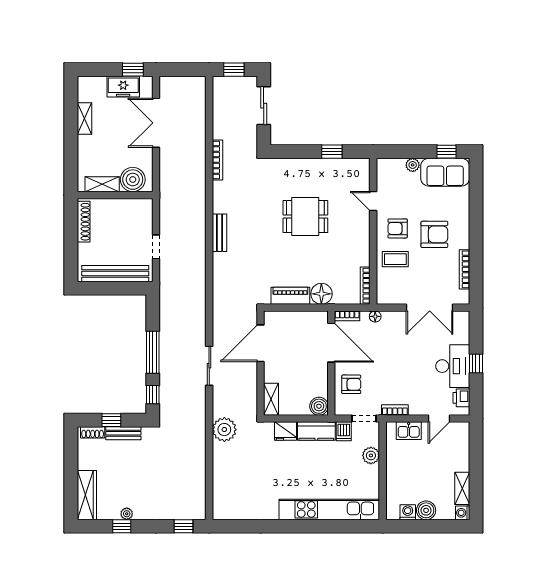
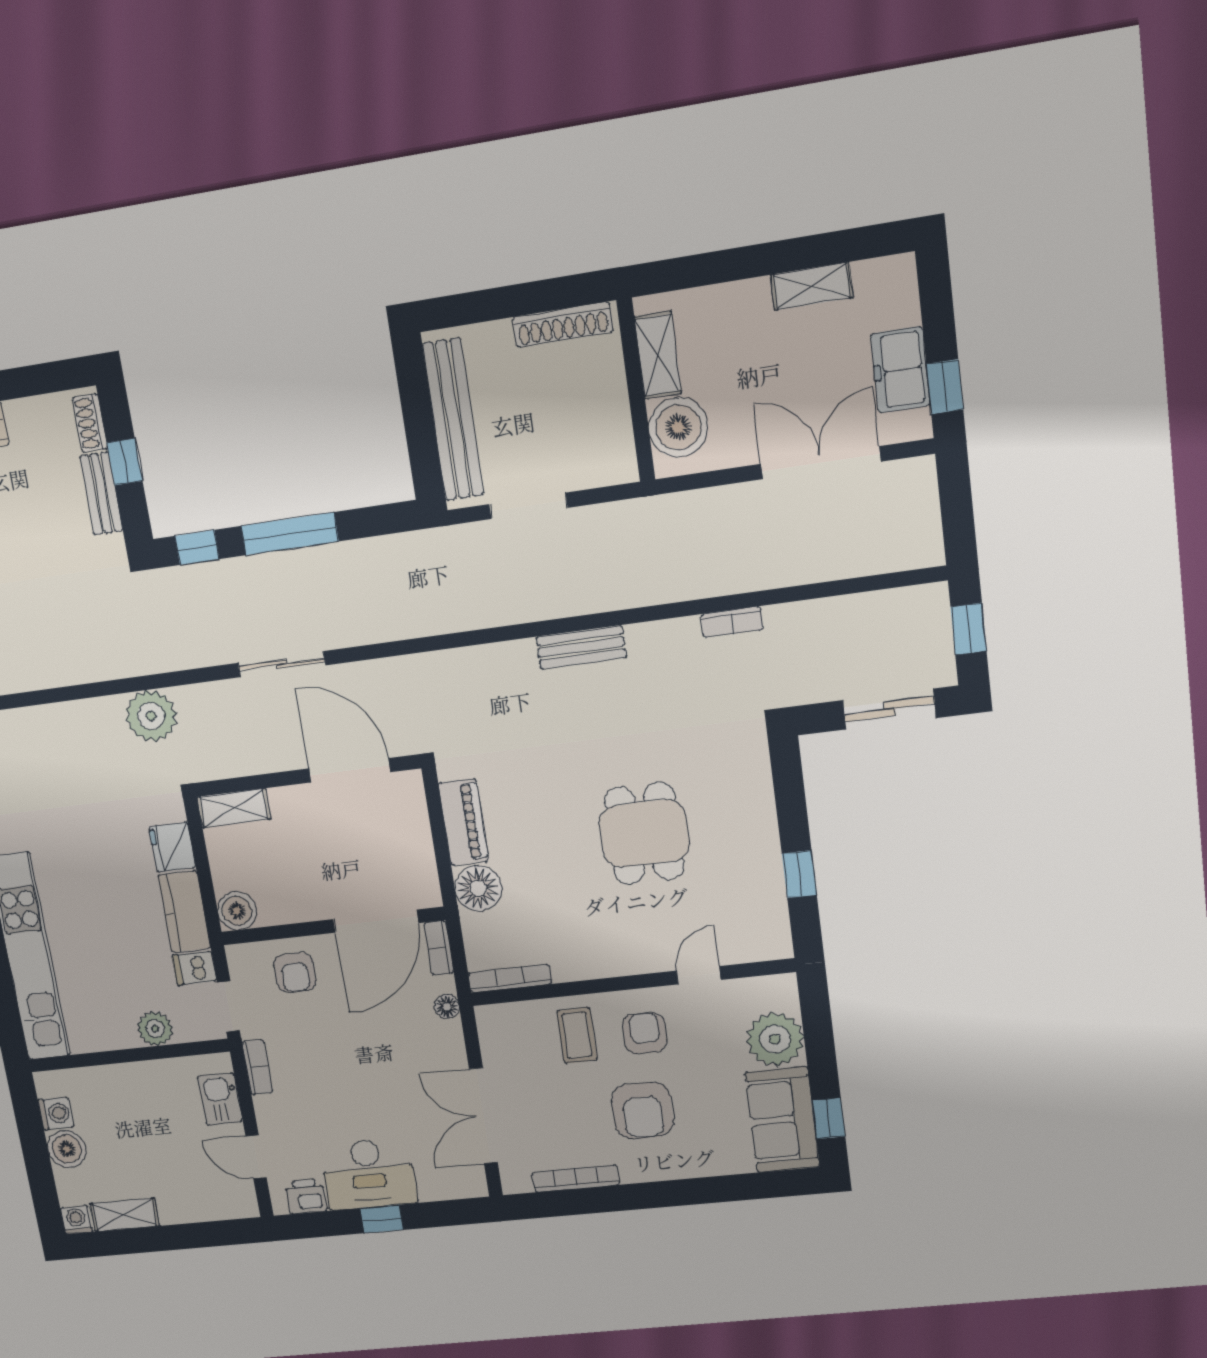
bookcase: (217, 160) -> (732, 622), width x0.64
plant: (413, 165) -> (775, 1039), width x1.87, depth x1.87
doorway: (156, 247) -> (528, 506), width x1.38

